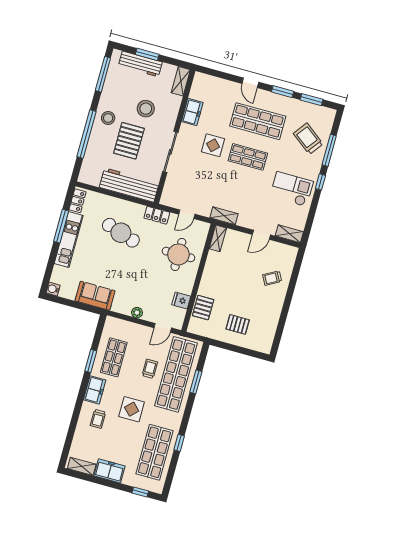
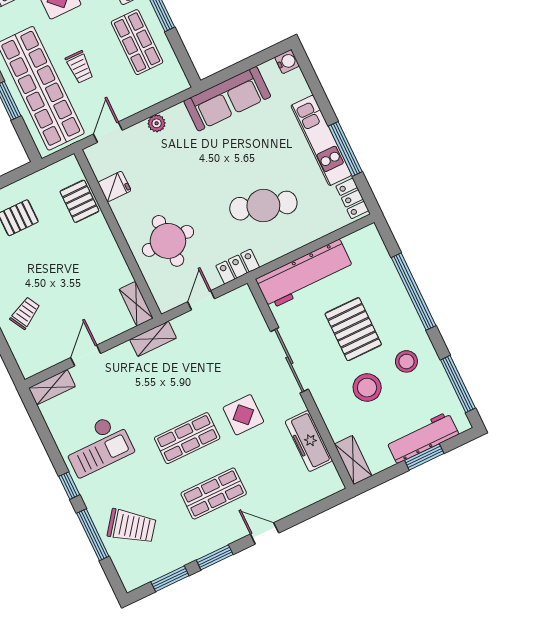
freezer: (192, 112) -> (309, 441), width x1.40
stool: (108, 118) -> (406, 361), moved
shop shelf: (258, 121) -> (214, 493), width x0.70, depth x0.74
sofa: (95, 296) -> (227, 99), width x1.36

